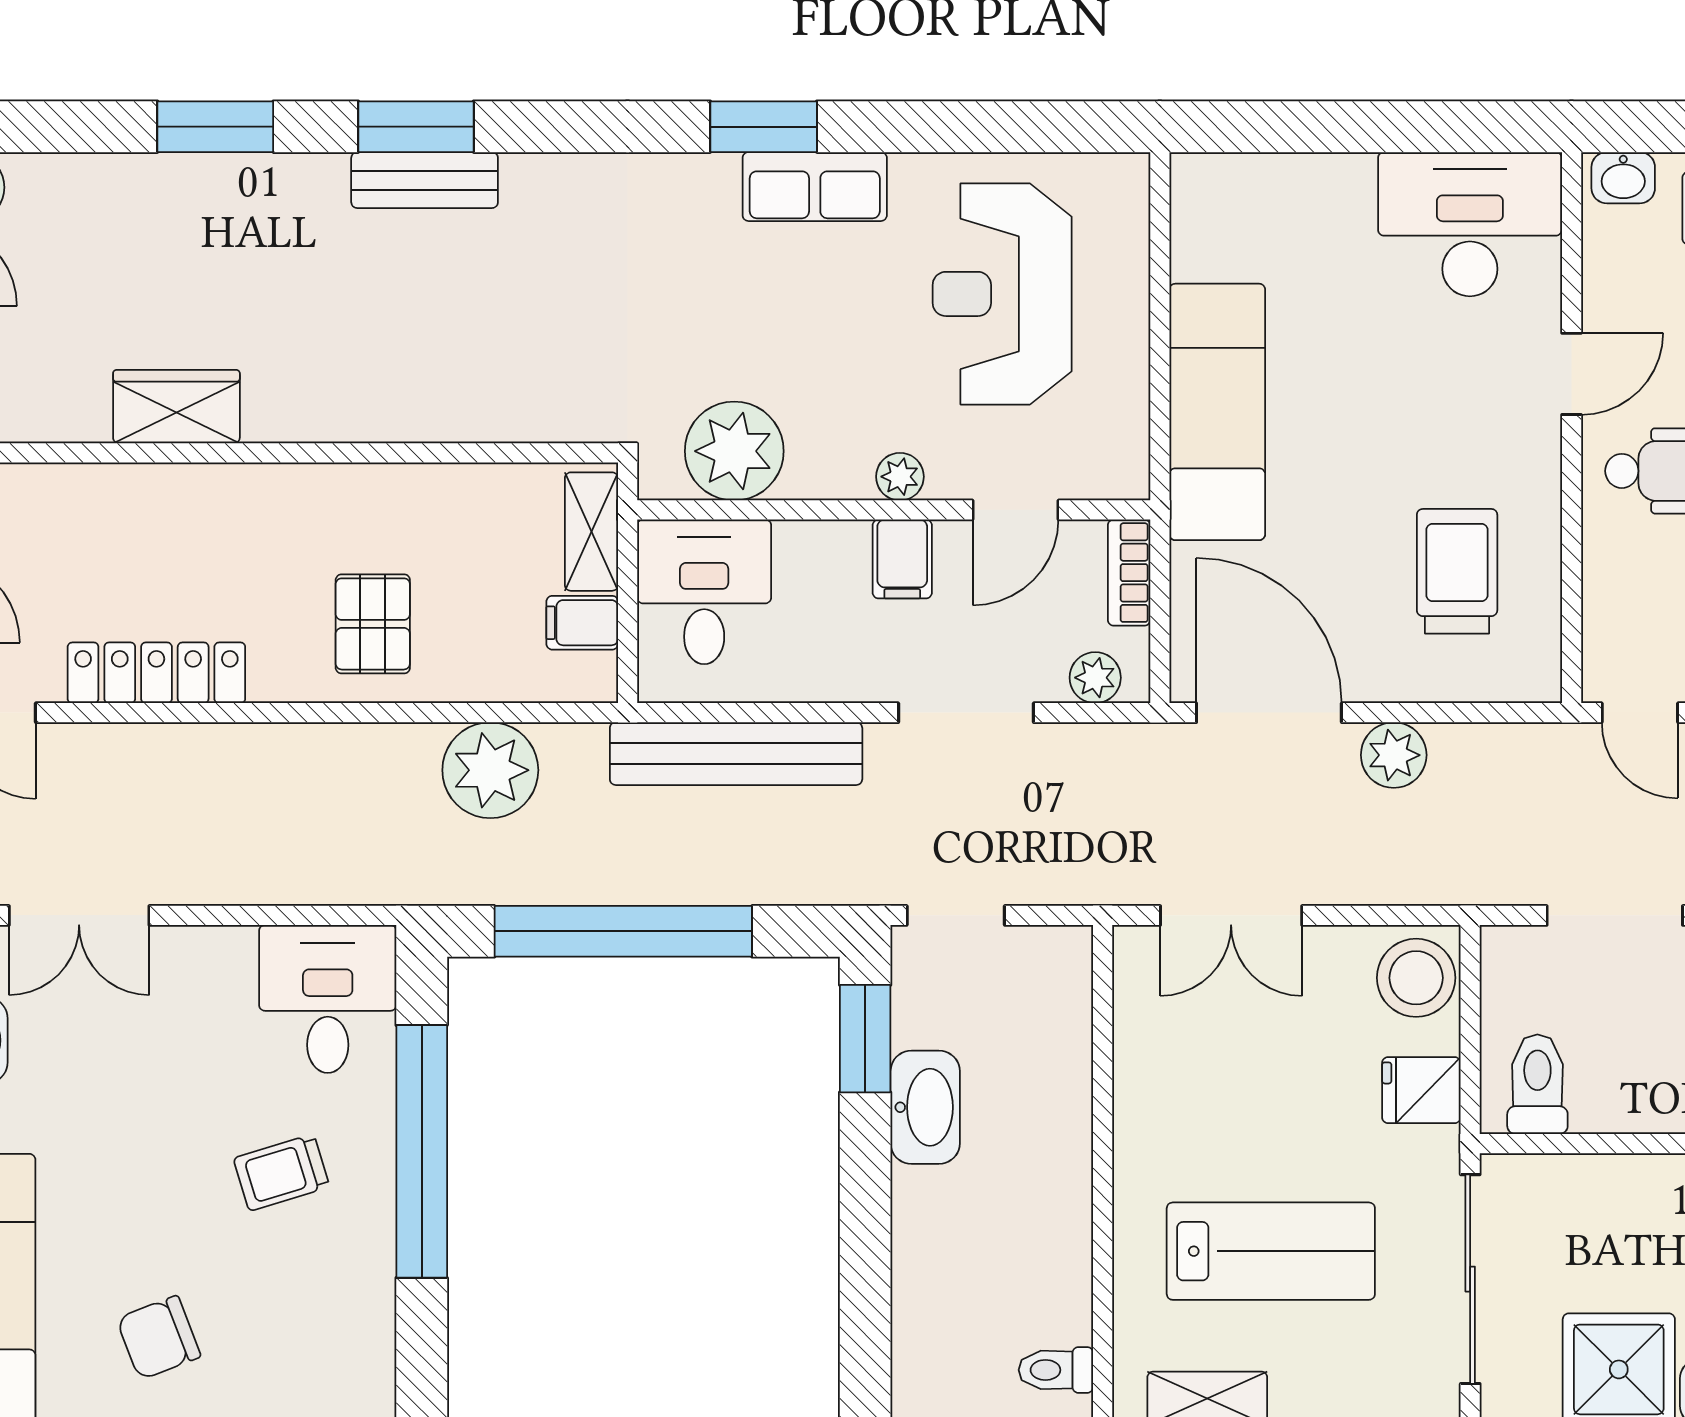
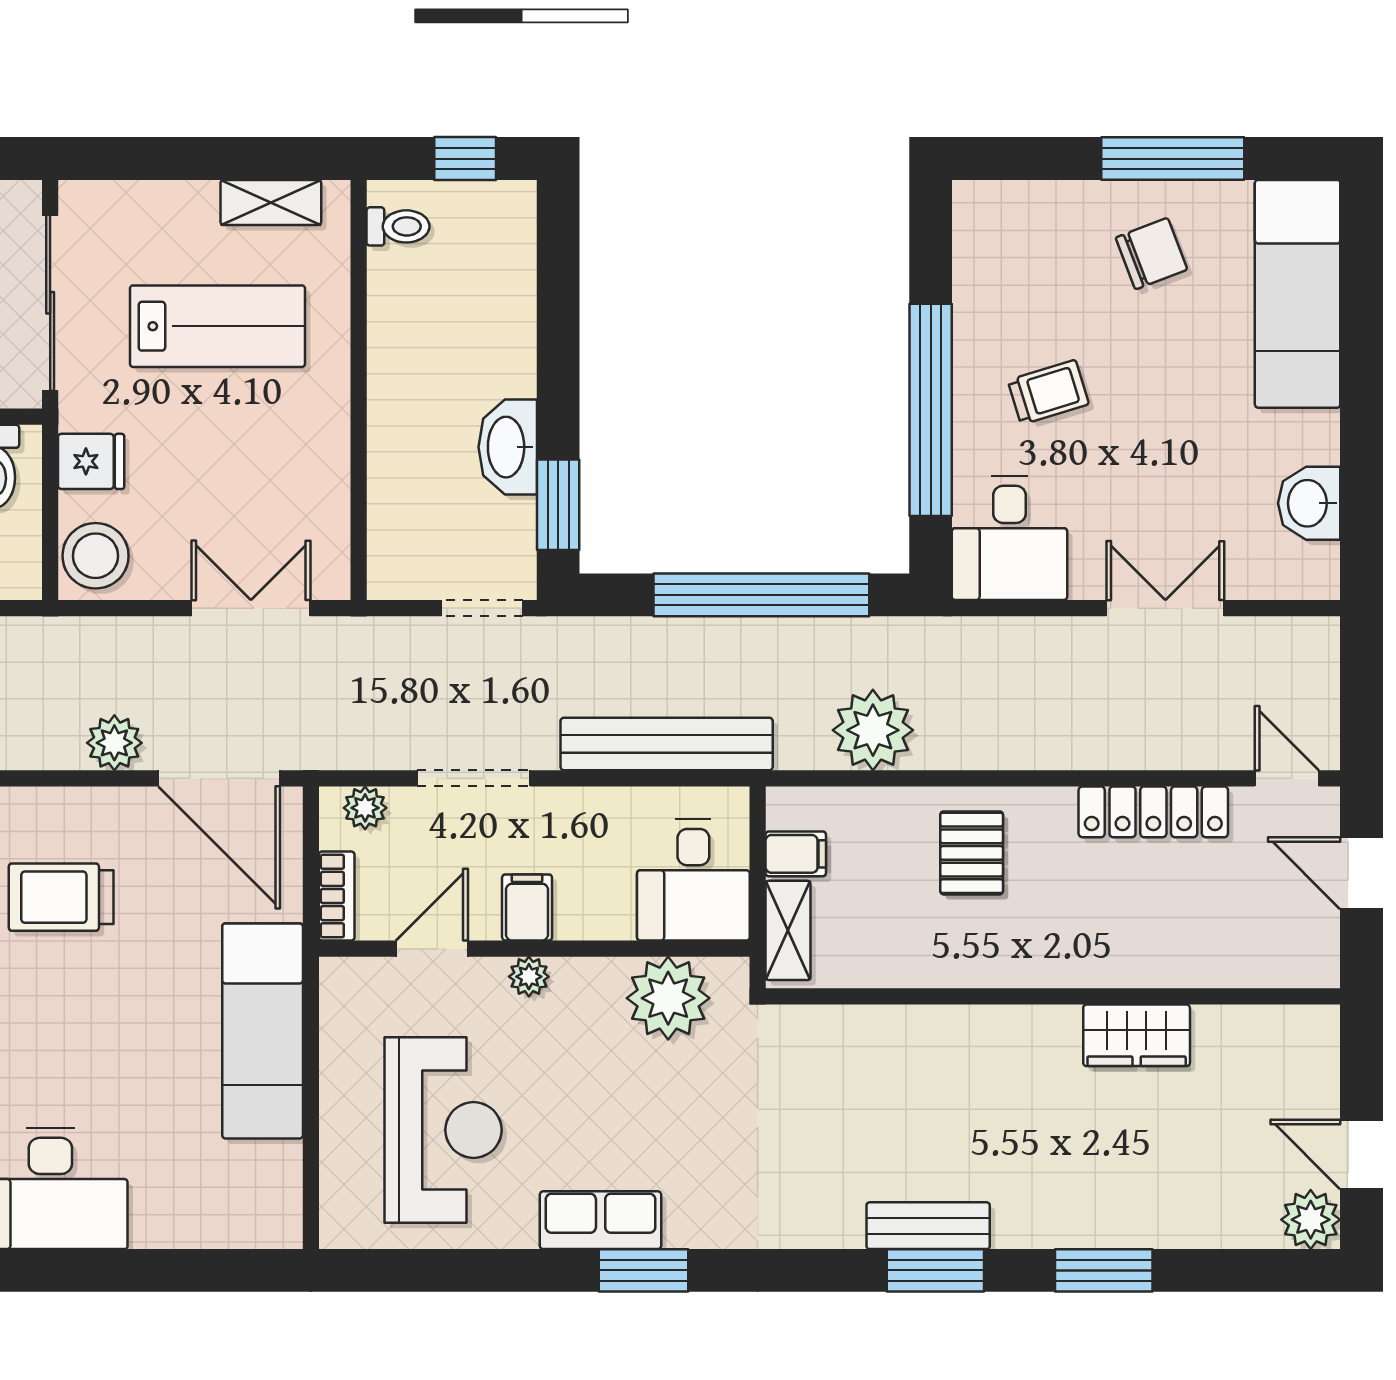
trolley: (1457, 571) -> (61, 897), turned 90
double door: (79, 915) -> (1165, 608), moved
lab bench: (1271, 1251) -> (218, 326), turned 180

